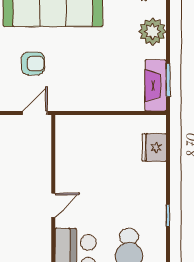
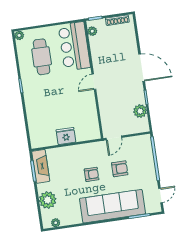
armchair: (78, 61) -> (92, 174), added
armchair: (33, 64) -> (120, 169), turned 180
fridge: (154, 148) -> (66, 136), moved, turned -90

